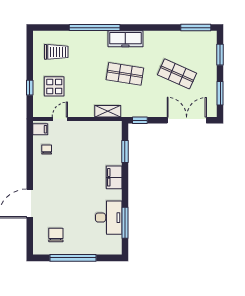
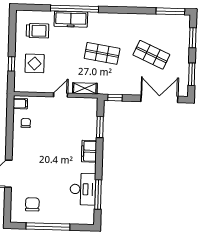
freezer: (125, 39) -> (71, 19), moved
door: (60, 119) -> (61, 95), moved

